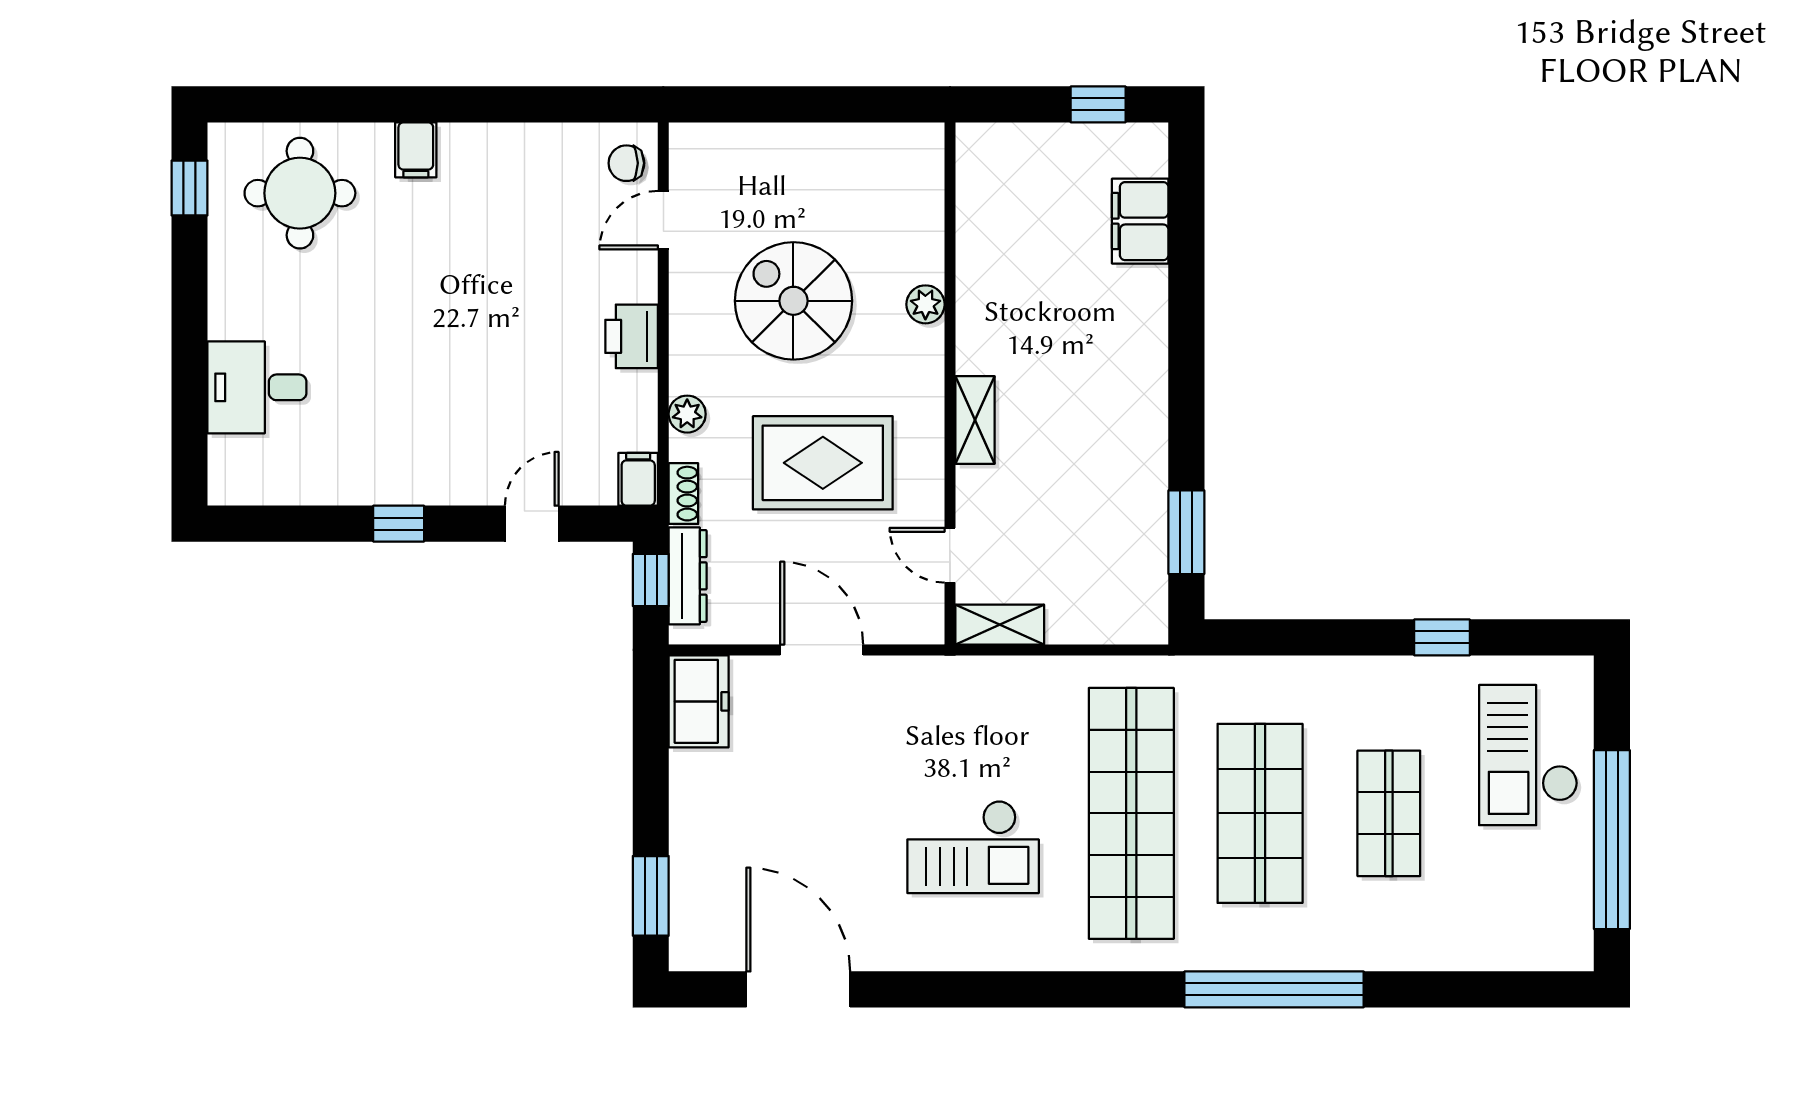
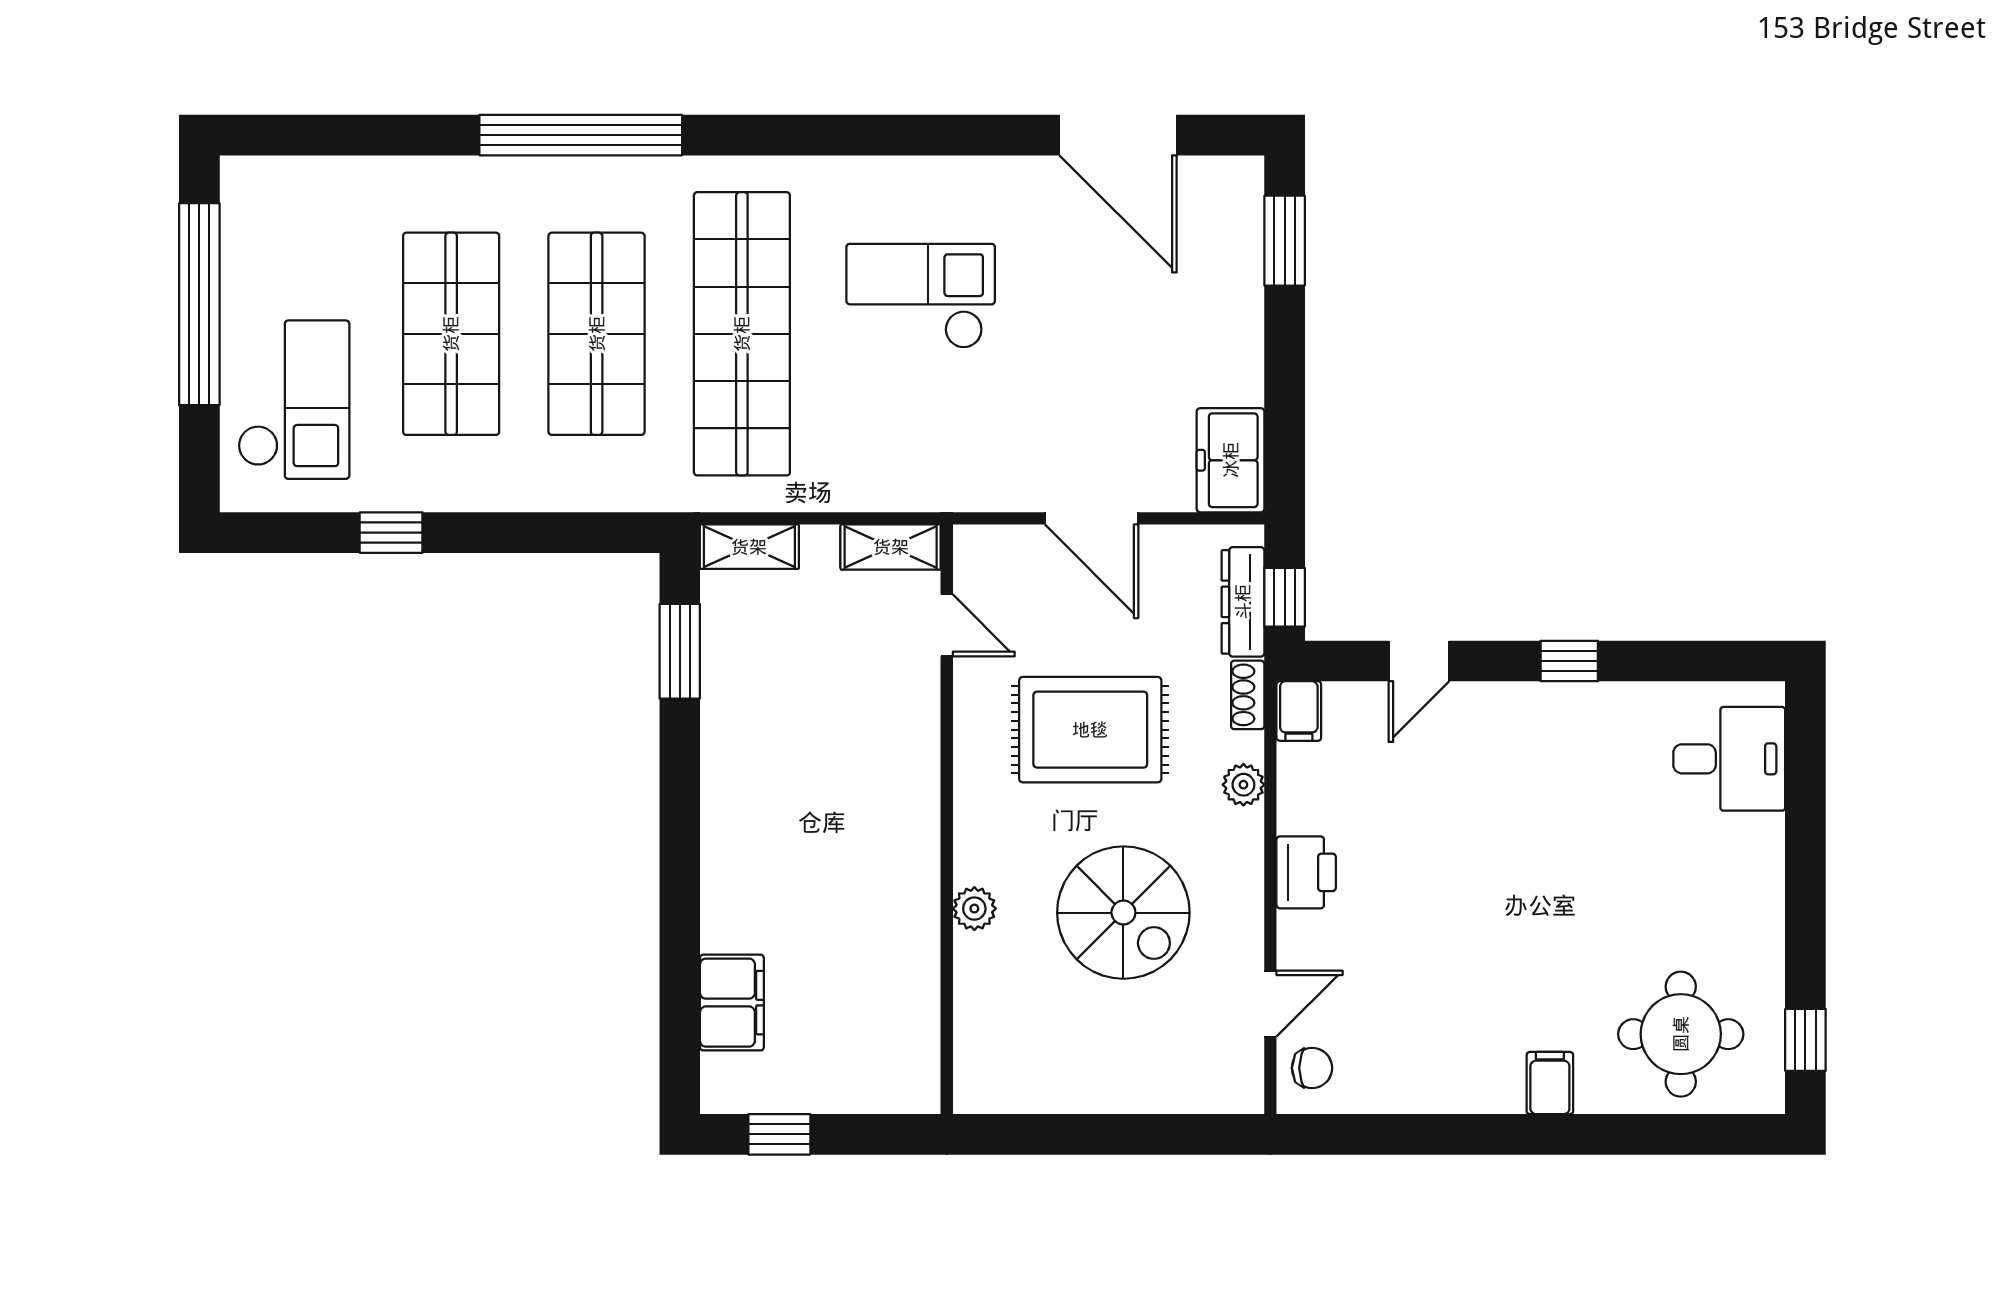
desk: (257, 387) -> (1729, 759), moved
shelving: (975, 420) -> (749, 547), moved, turned 90
shop shelf: (1389, 813) -> (451, 334), width x1.43, depth x1.36

